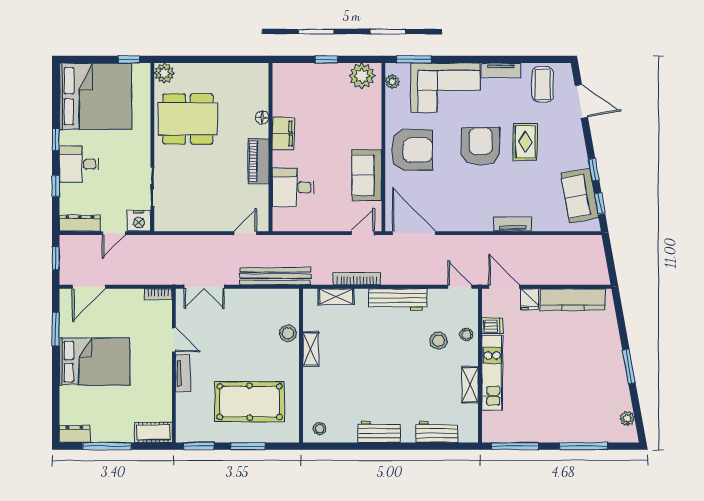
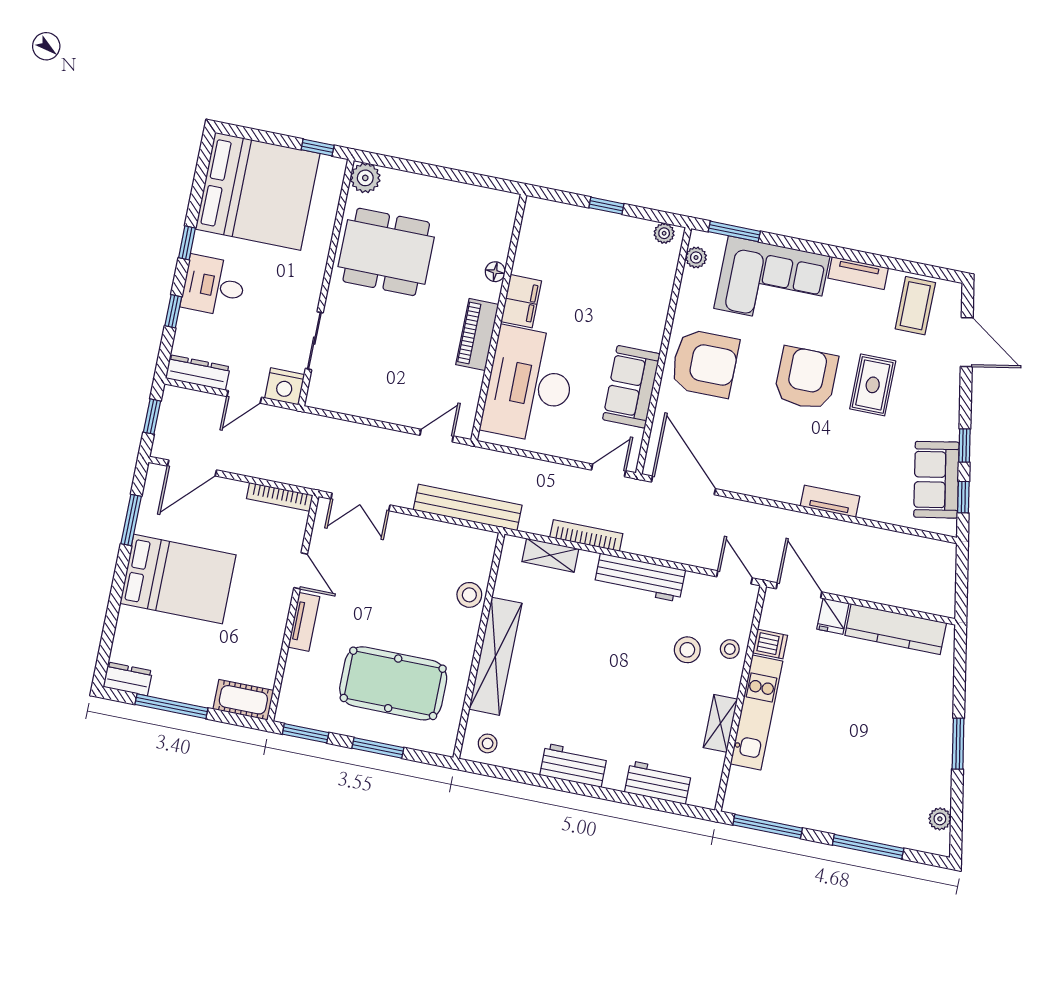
plant: (362, 76) -> (664, 233), width x0.53, depth x0.53
desk: (293, 187) -> (529, 385), width x1.87, depth x1.30
bookcase: (158, 294) -> (280, 497), width x1.56
shelving: (311, 349) -> (495, 656), width x2.20, depth x1.33

